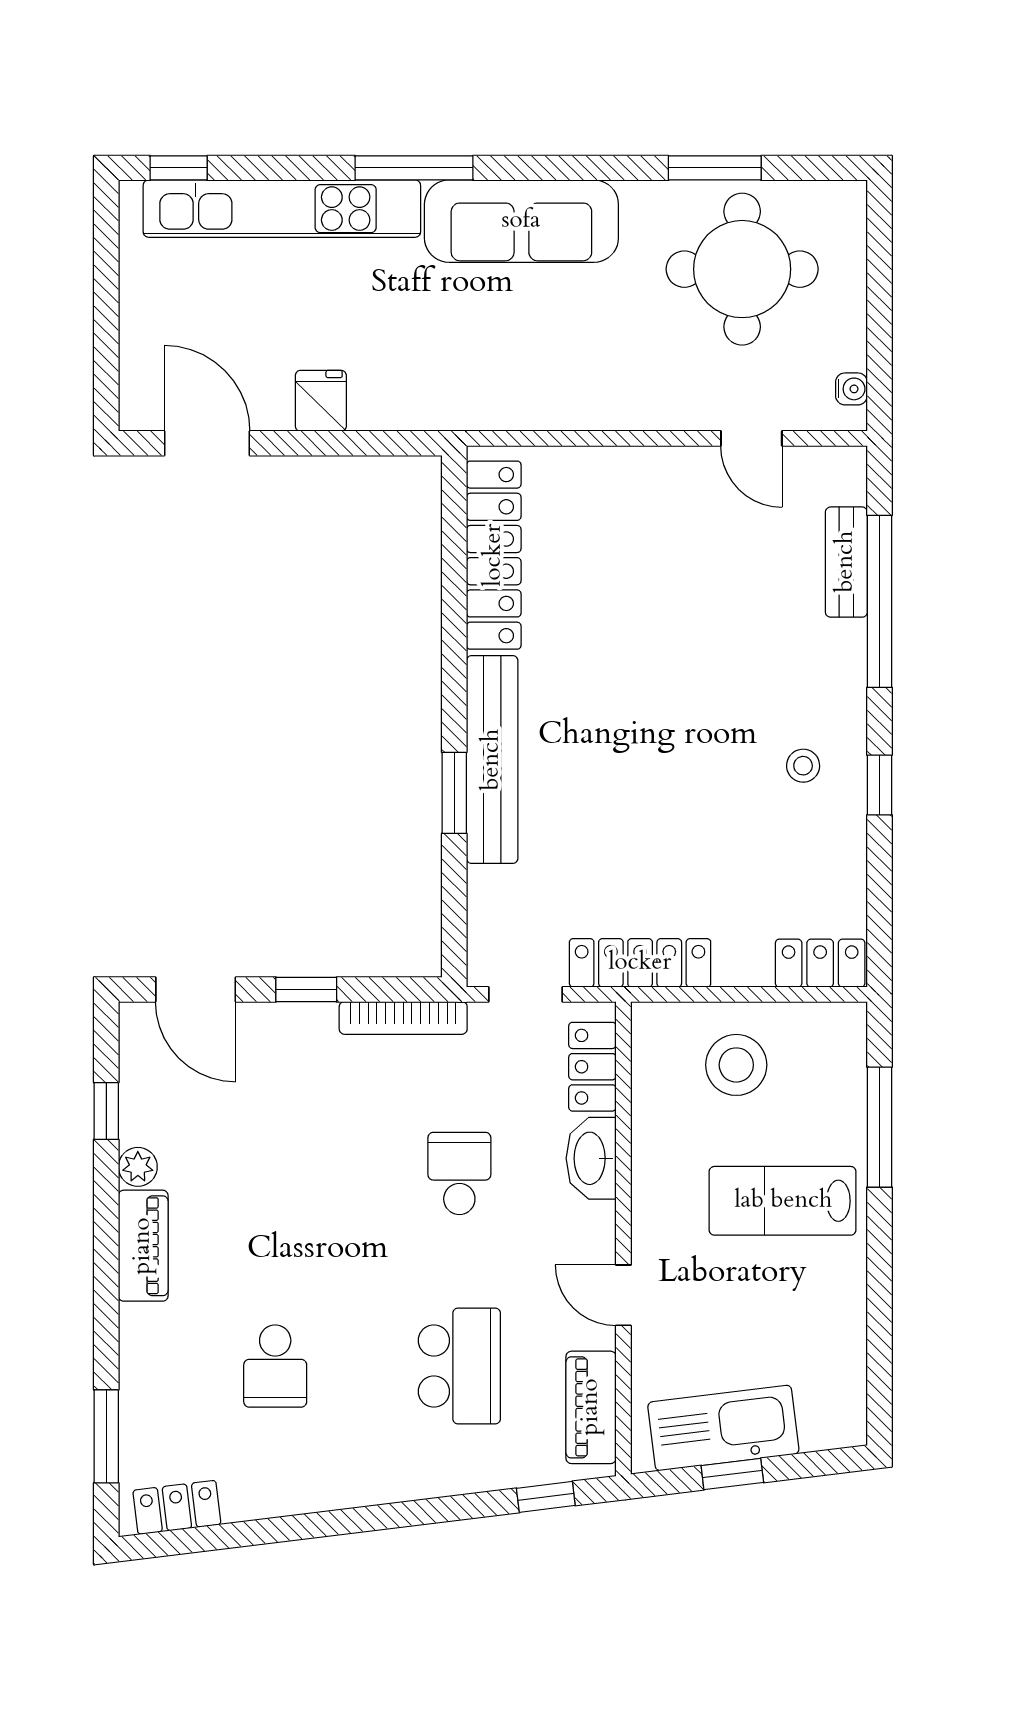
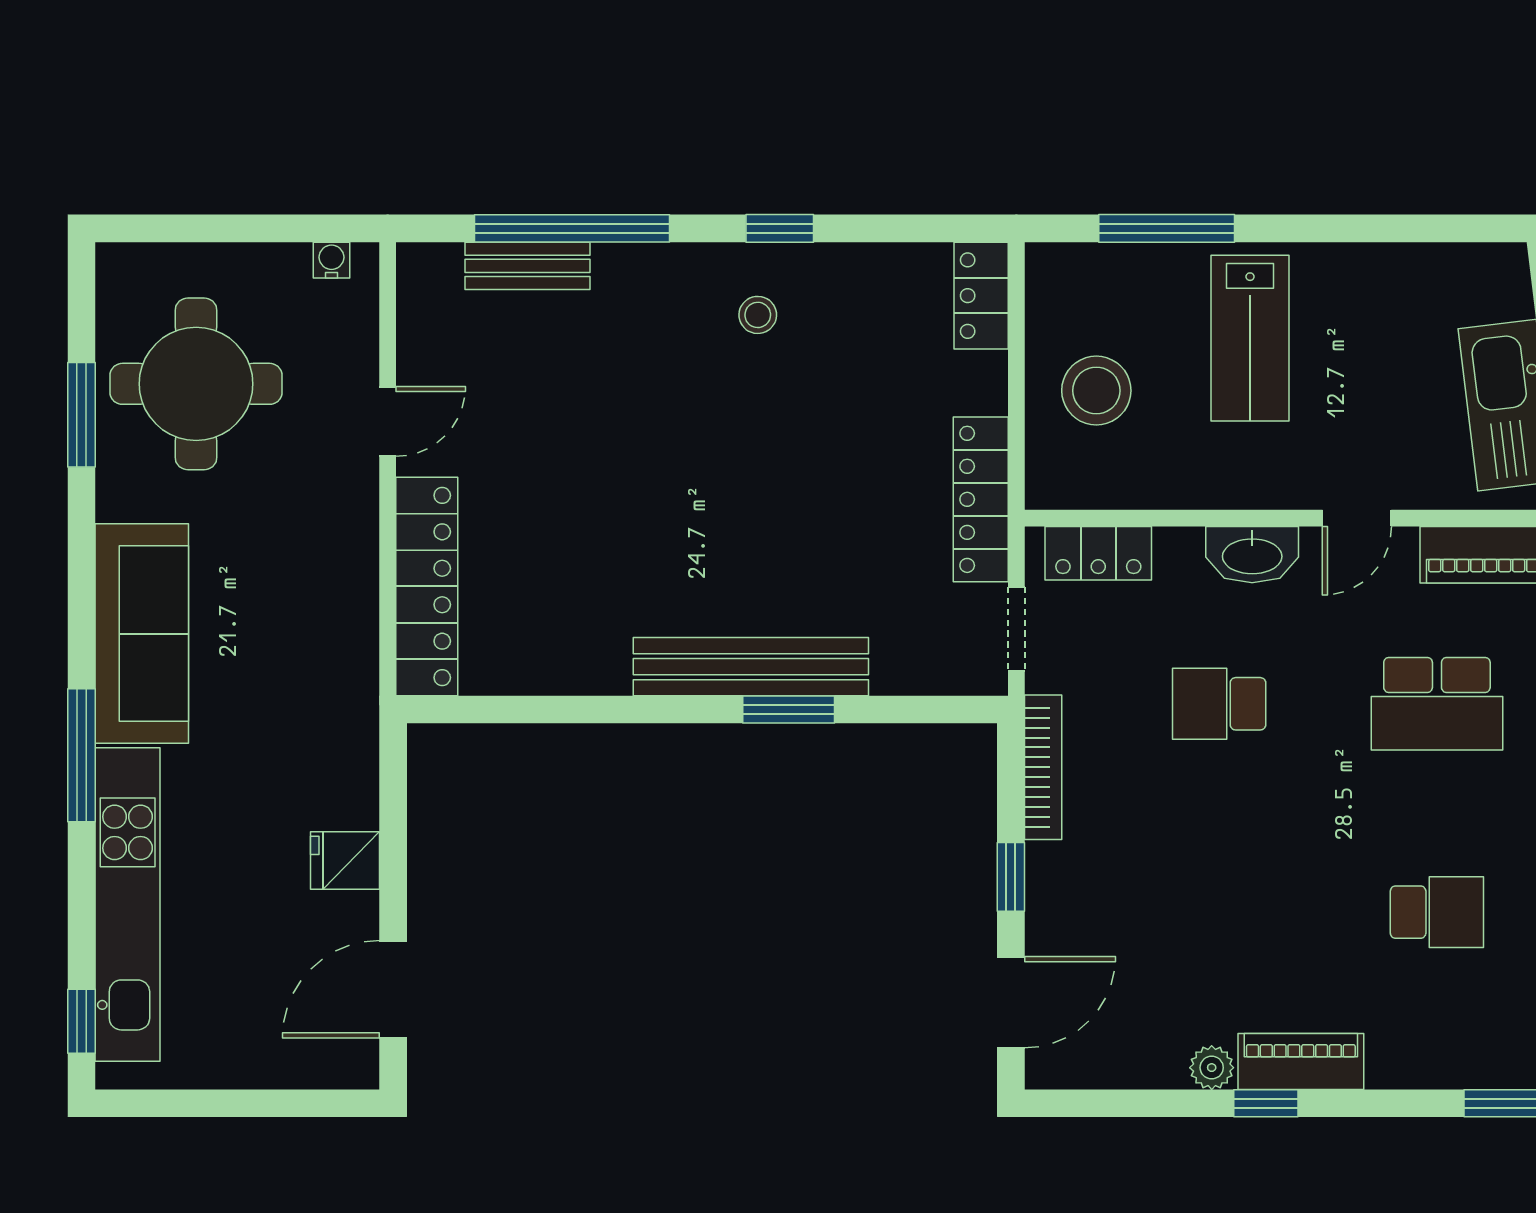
door: (751, 438) -> (388, 421), moved
locker: (494, 555) -> (427, 586), moved, turned 90
window: (106, 1111) -> (1266, 1103), moved
washbasin: (591, 1158) -> (1252, 555), moved
school desk: (459, 1366) -> (1437, 704), turned 180

